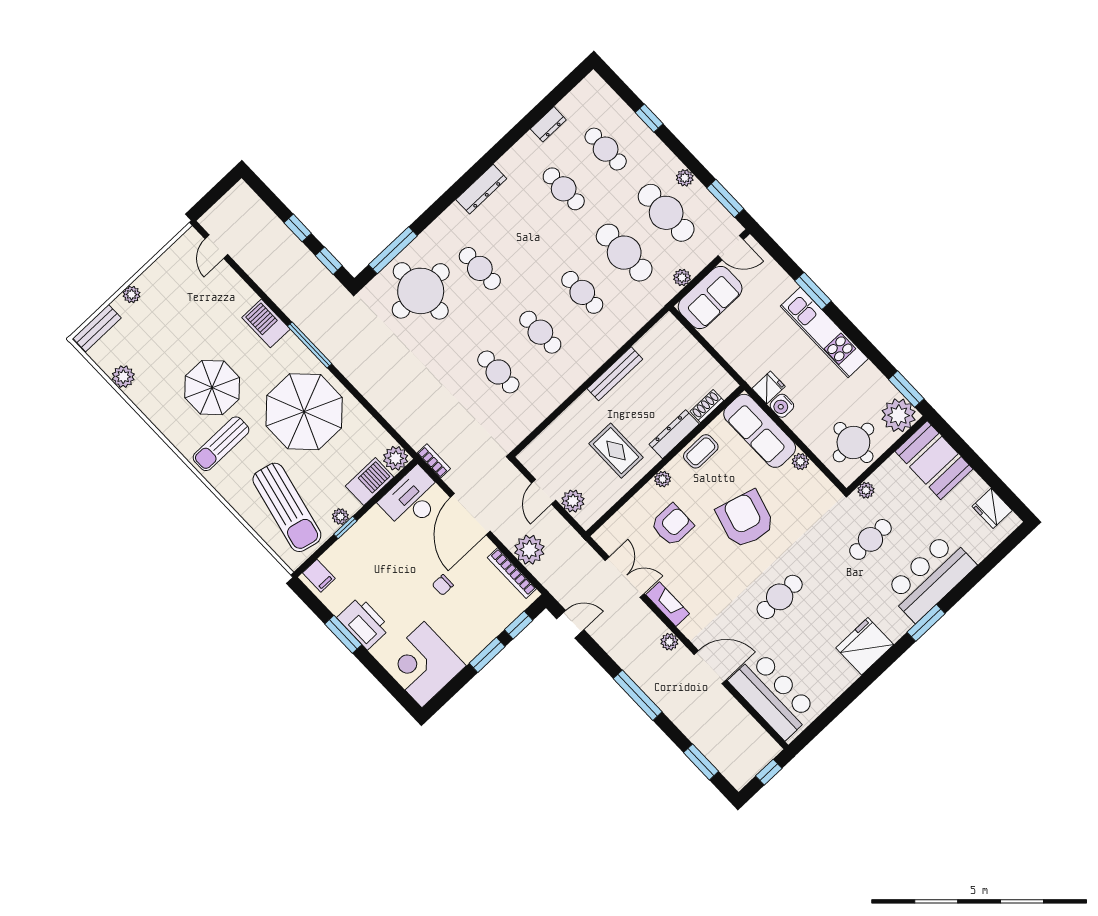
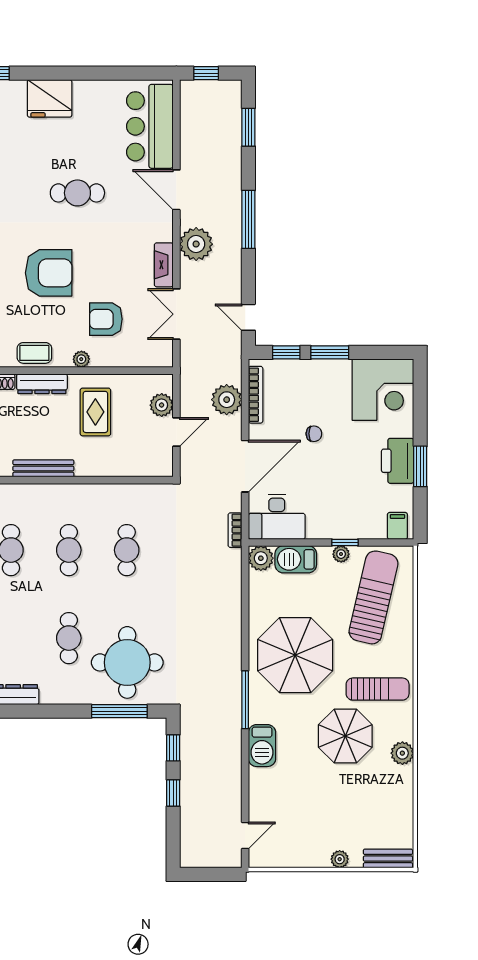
plant: (123, 377) -> (402, 753), moved
armchair: (745, 519) -> (49, 273), turned -106
plant: (669, 642) -> (196, 244), width x1.87, depth x1.87

